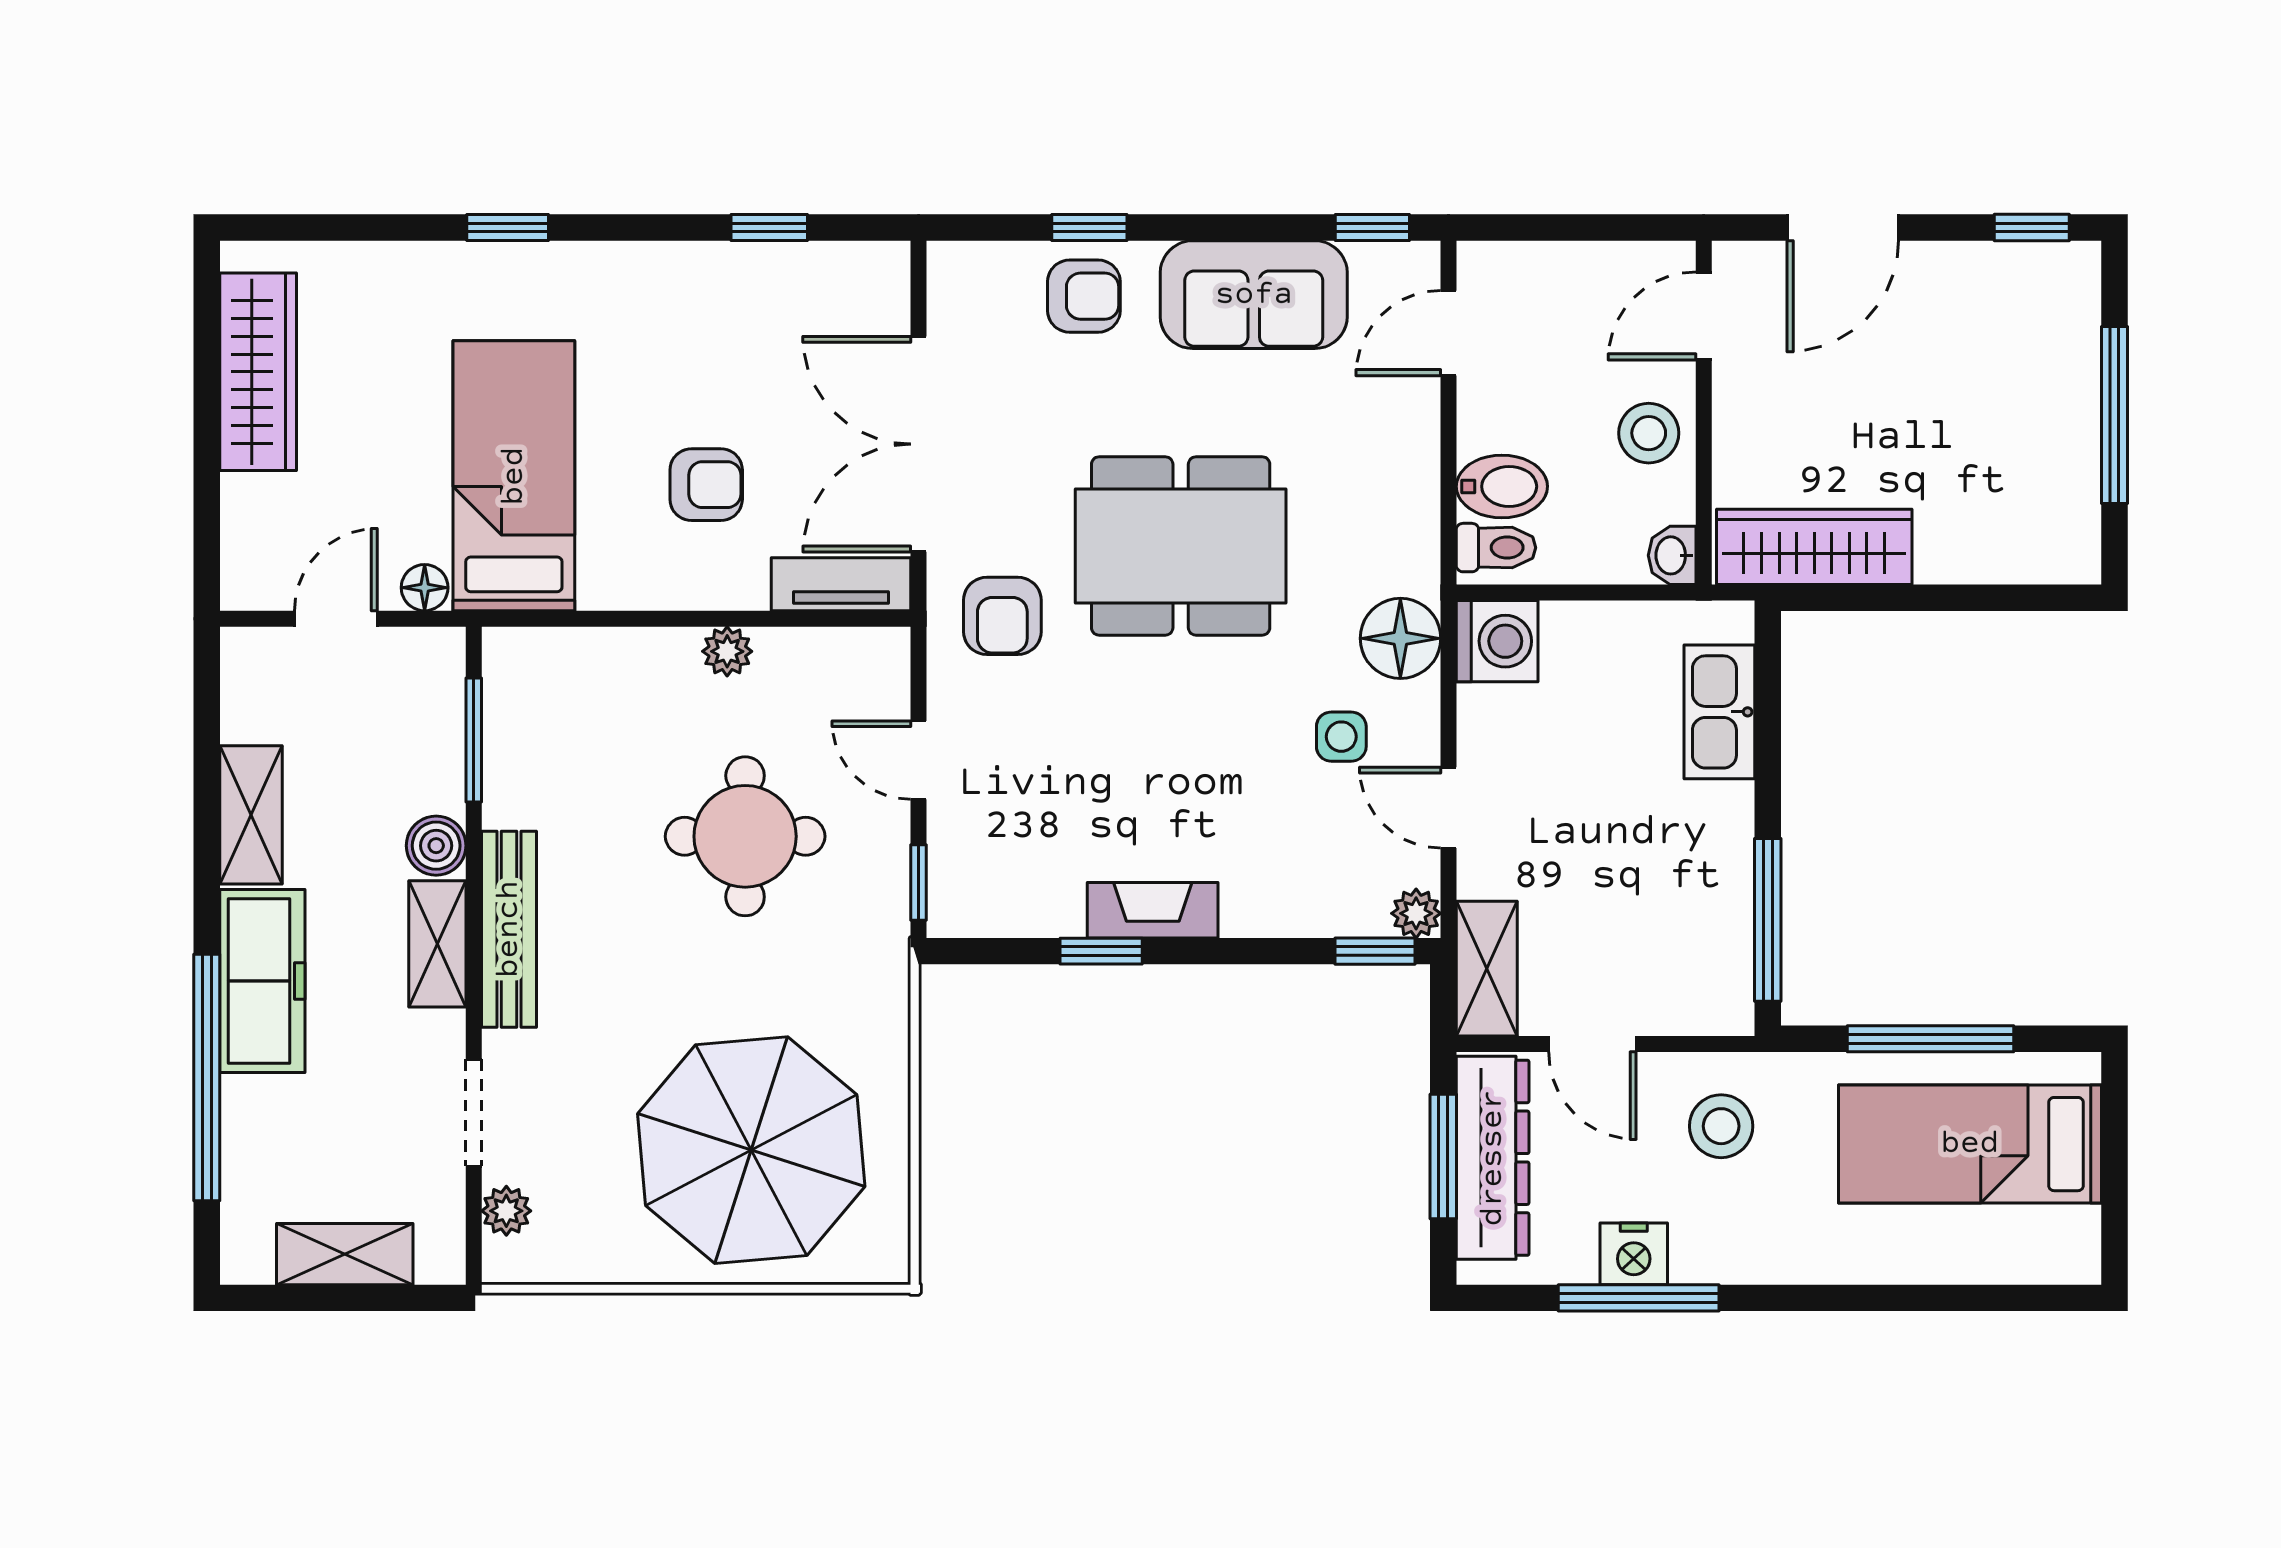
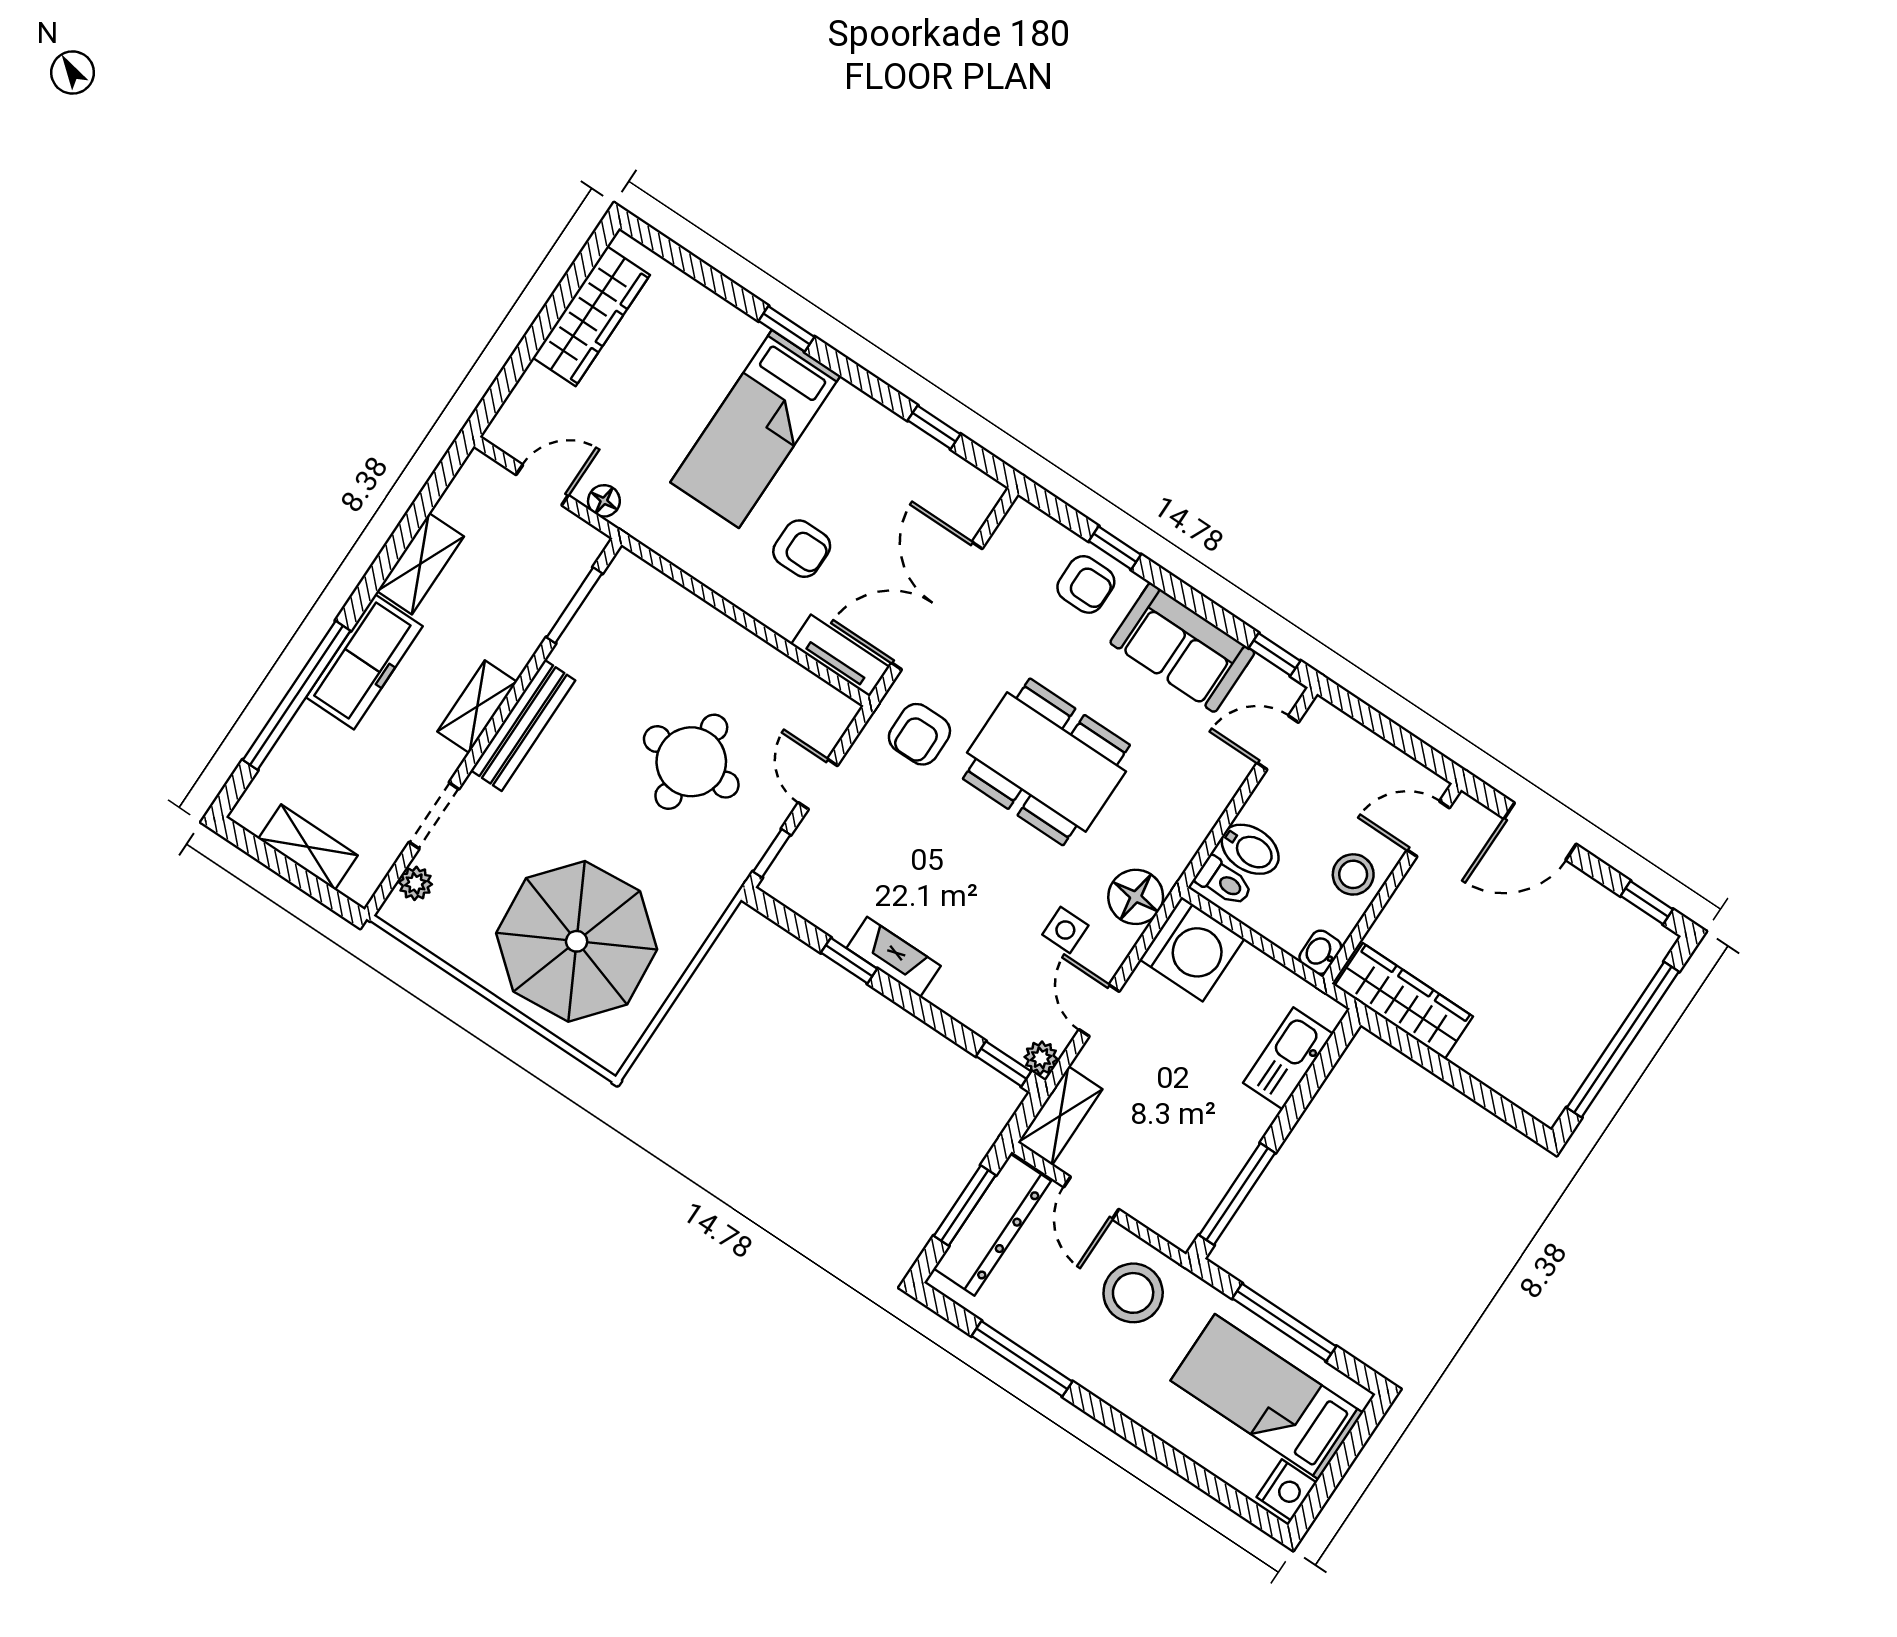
window: (2115, 415) -> (1623, 1040), width x1.46
bed: (514, 476) -> (755, 429), moved, turned 180
washing machine: (1497, 641) -> (1192, 949), width x1.37, depth x1.37
plant: (727, 651) -> (751, 651), removed
boiler: (436, 846) -> (513, 651), removed
stool: (1721, 1126) -> (1133, 1293), width x1.38, depth x1.38
nightstand: (1634, 1254) -> (1287, 1490), moved, turned -90

